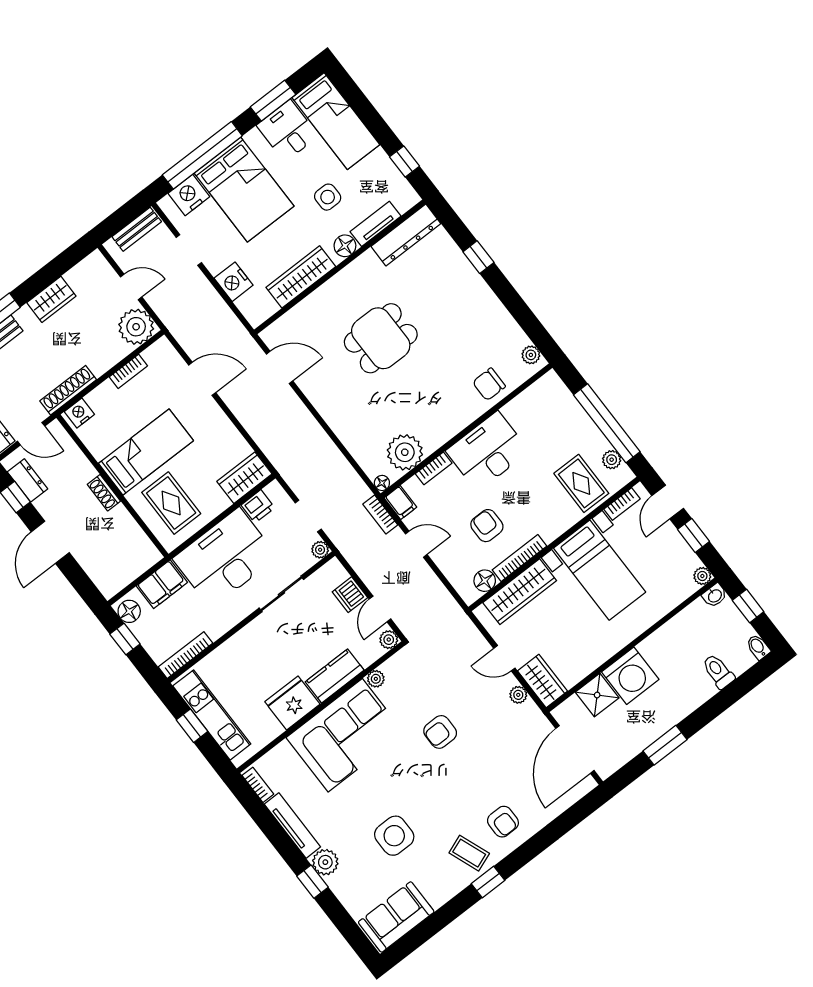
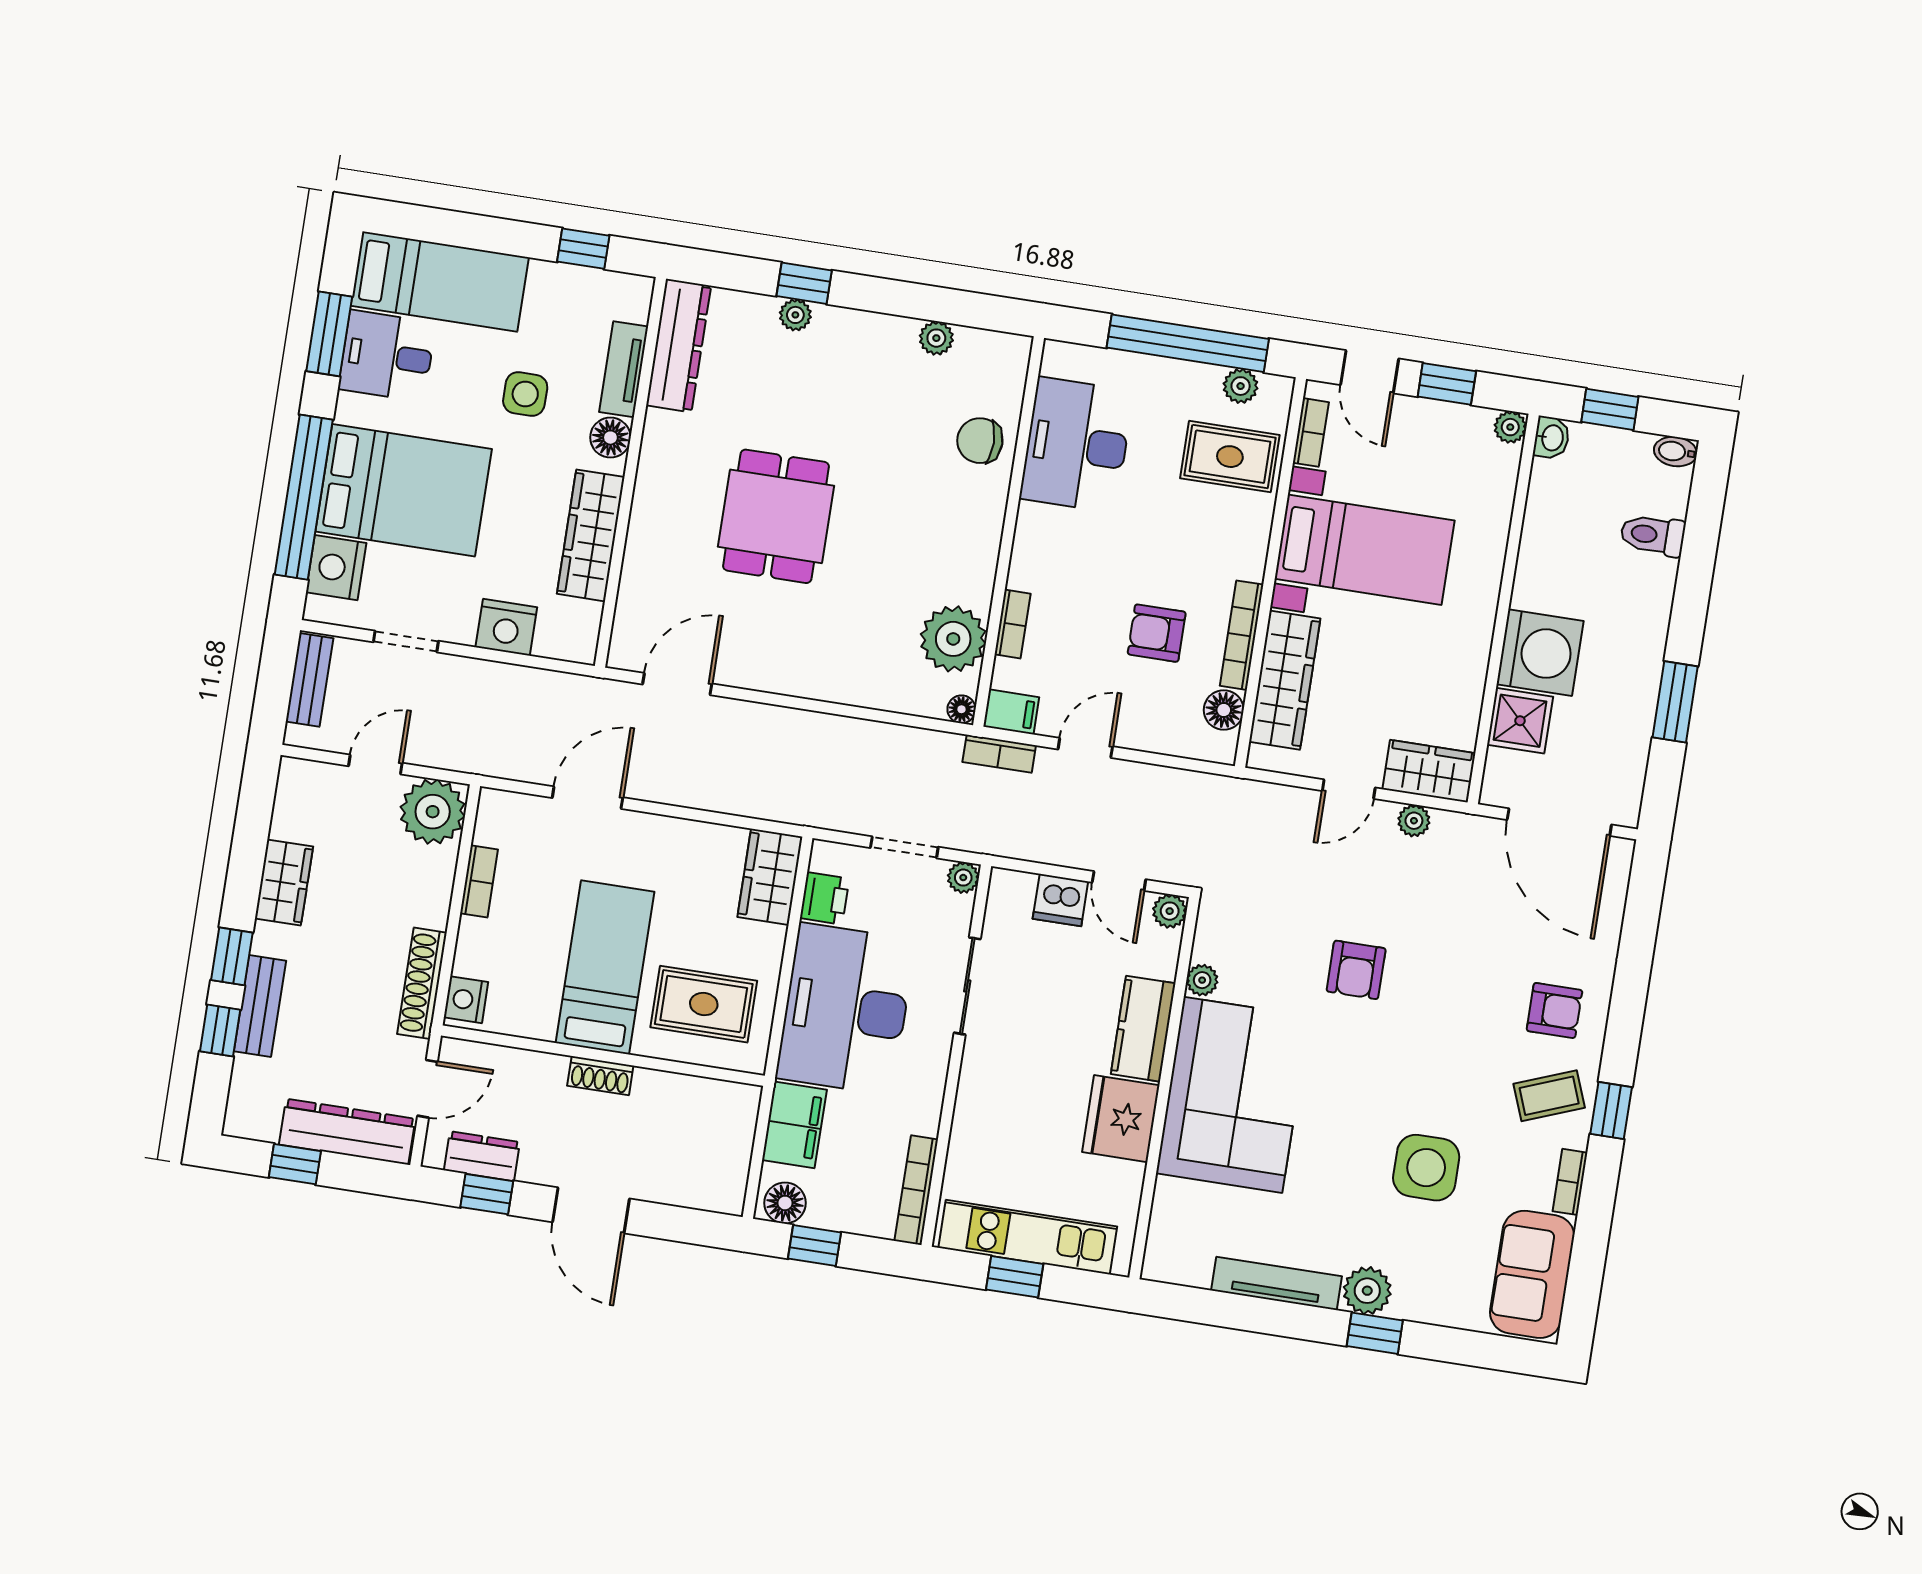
plant: (463, 266) -> (795, 315), added
plant: (531, 355) -> (936, 338), moved
chair: (489, 384) -> (980, 441), turned 90
desk: (488, 451) -> (1077, 445), moved
bookcase: (258, 785) -> (1570, 1182), moved, turned -90

